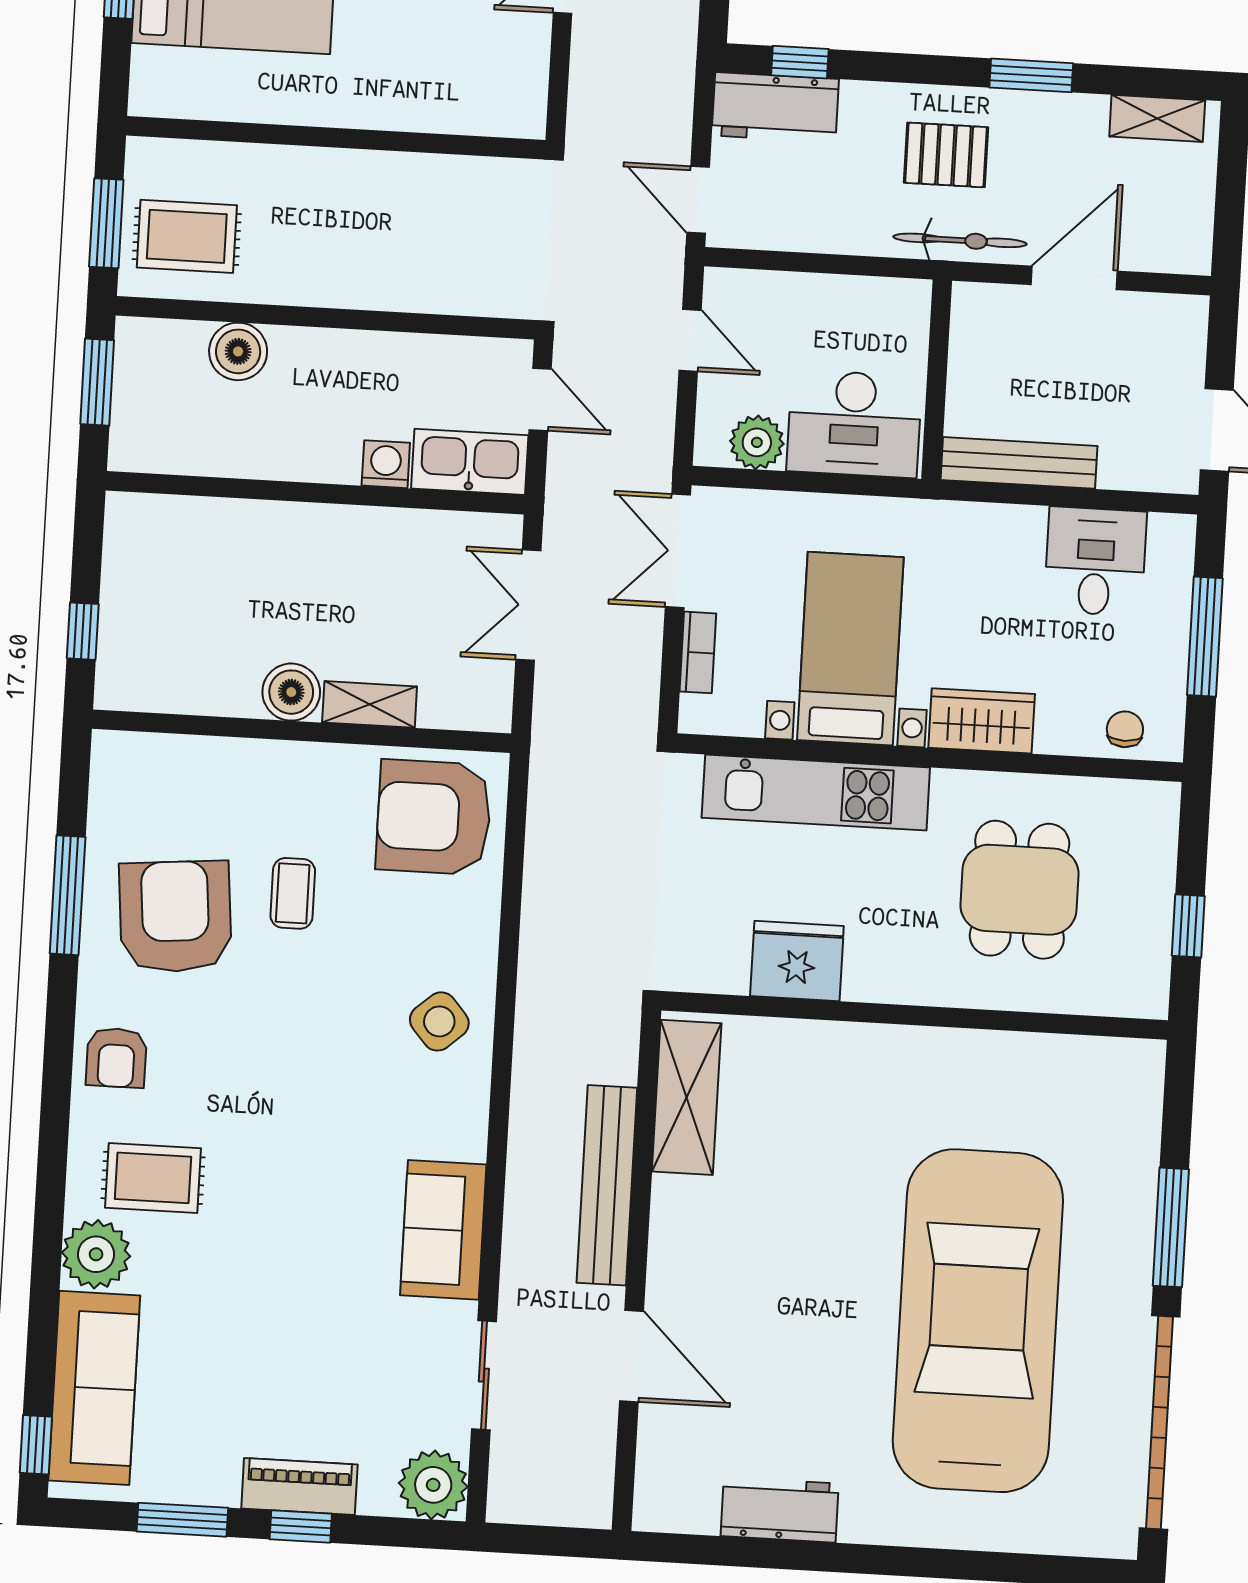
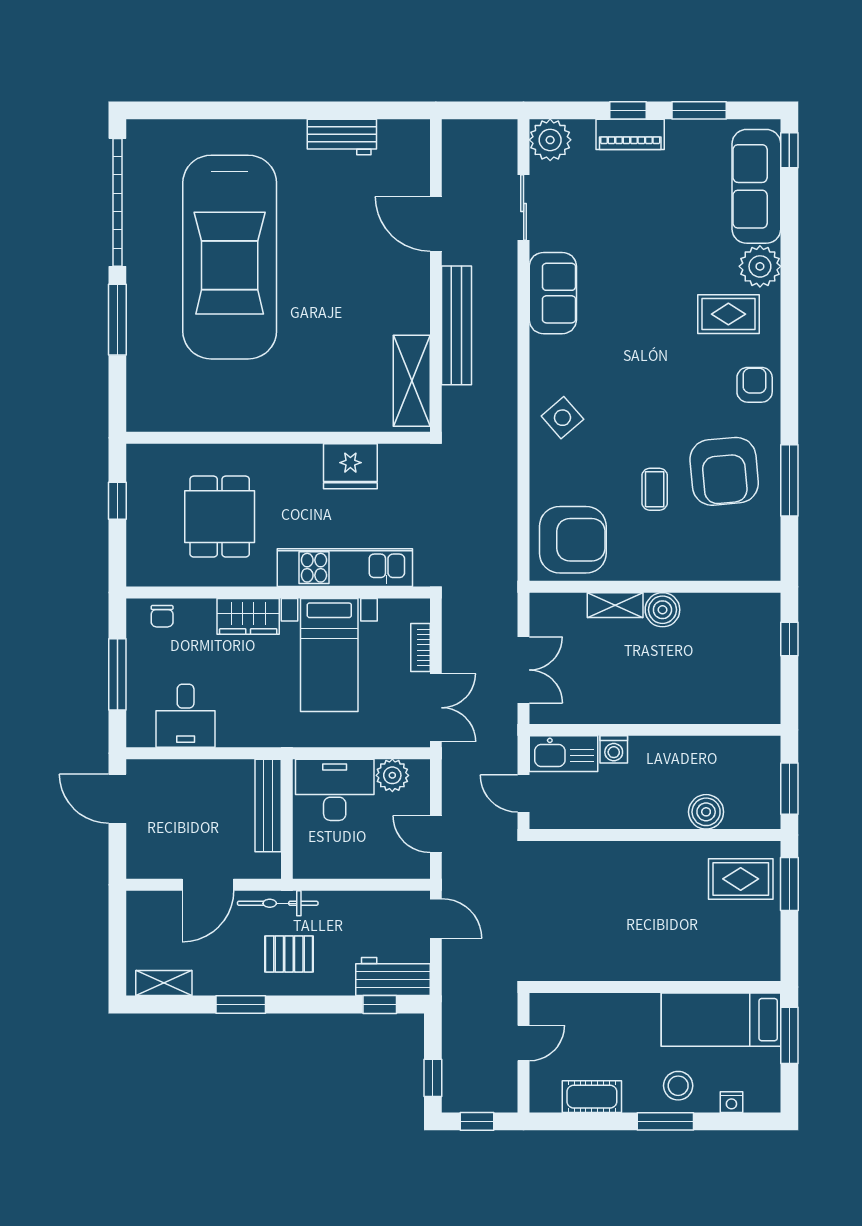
wall: (336, 138) -> (655, 987), moved
bench: (1019, 463) -> (268, 805), moved, turned 90

